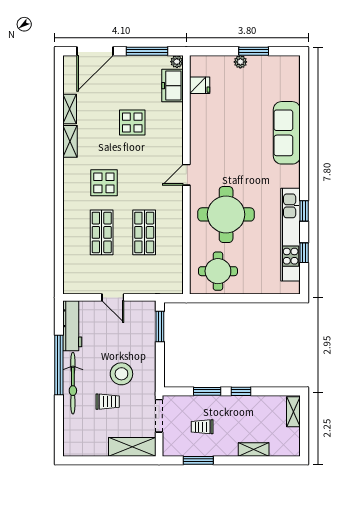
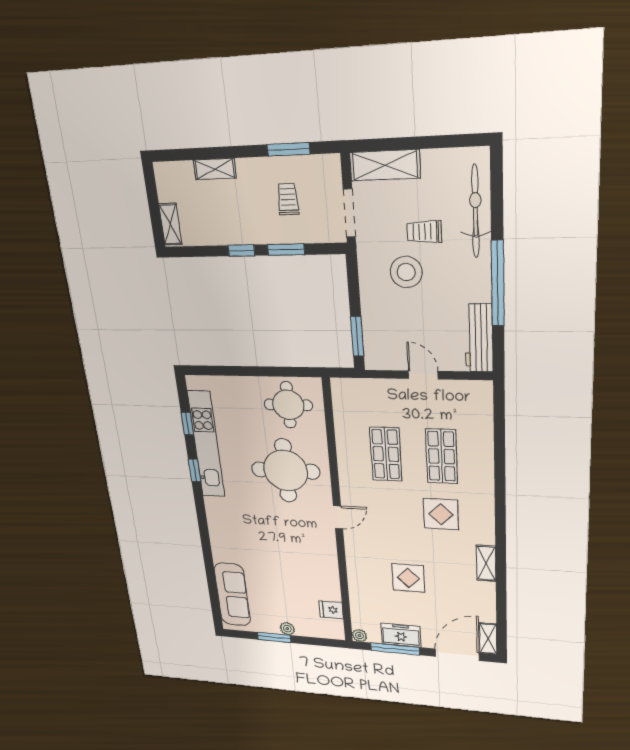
freezer: (173, 86) -> (401, 635), moved, turned -90
shelving: (70, 109) -> (488, 639), moved
sofa: (287, 133) -> (232, 595), moved
bicycle: (73, 383) -> (475, 211), moved
trolley: (202, 427) -> (288, 199), turned -90

